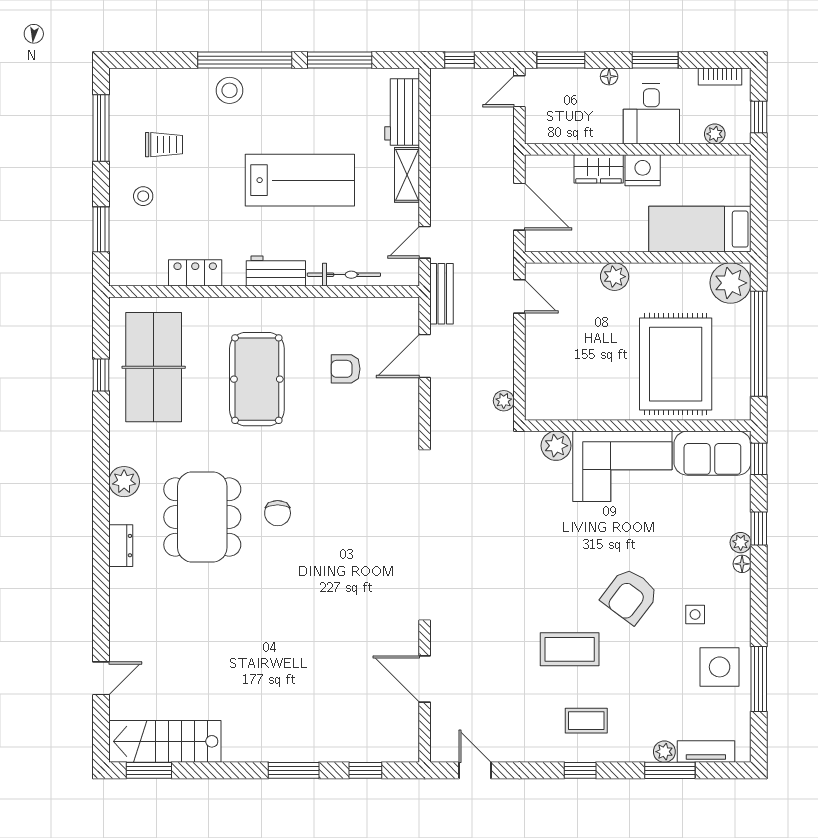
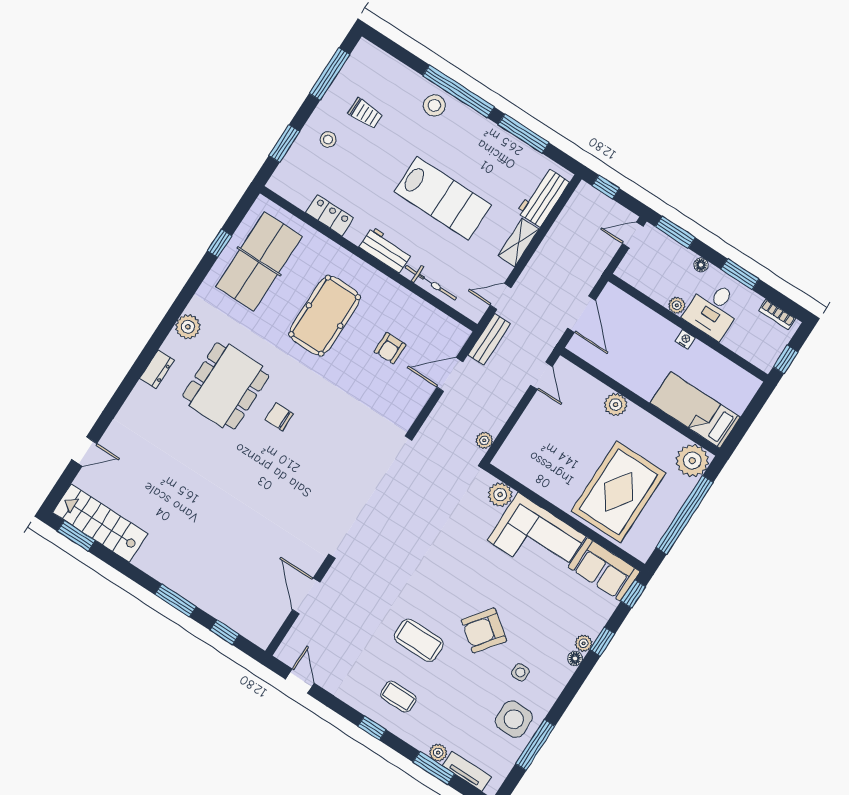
plant: (715, 134) -> (677, 305), moved
wardrobe: (599, 169) -> (653, 324), removed
nightstand: (643, 170) -> (685, 340), width x0.53, depth x0.56
armchair: (346, 369) -> (390, 348), turned -90
chair: (278, 513) -> (279, 417), turned 90

